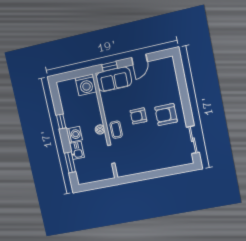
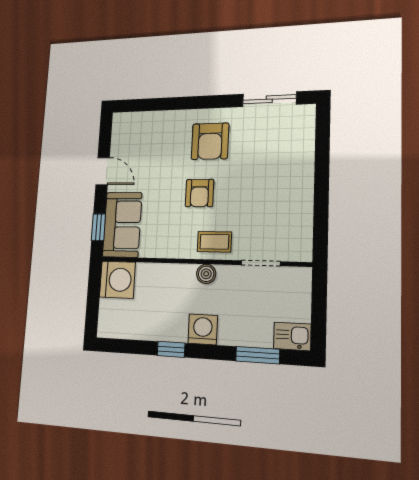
kitchen sink: (77, 150) -> (292, 336), moved

